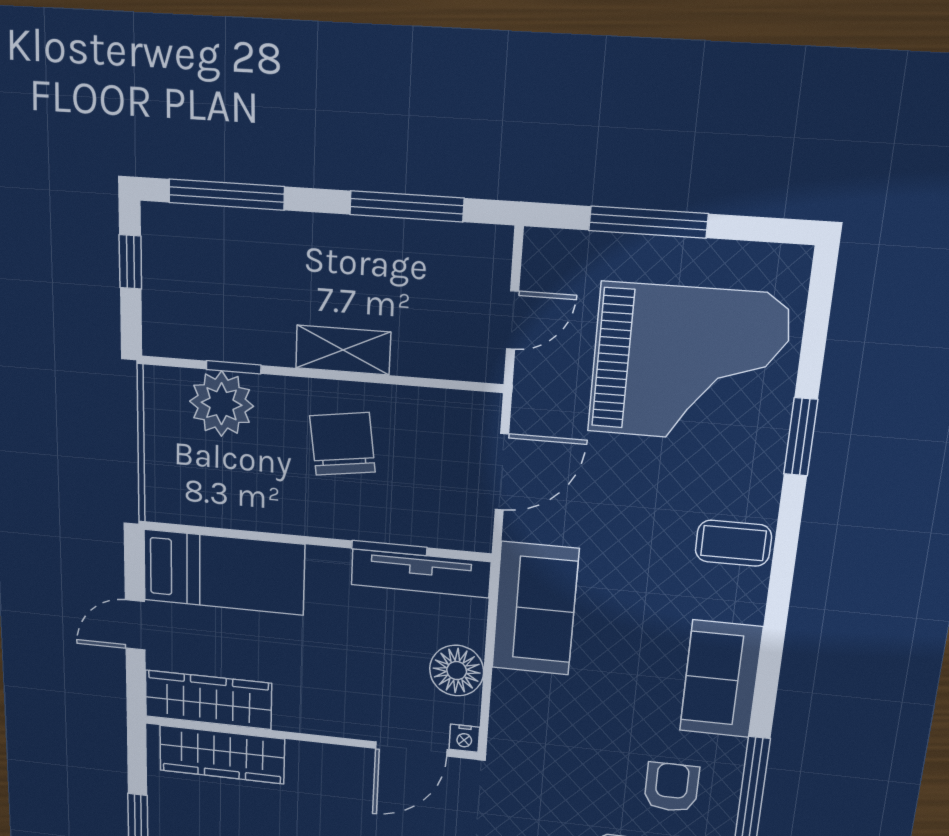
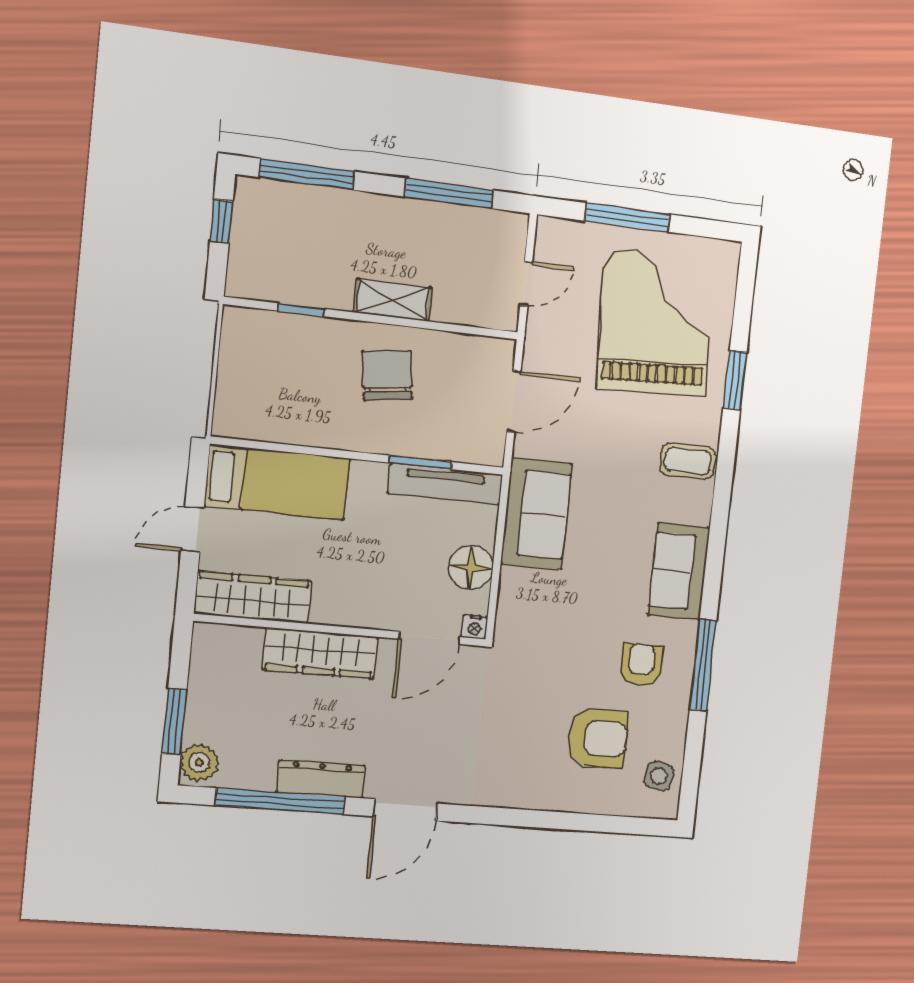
grand piano: (689, 364) -> (655, 323), turned -93
plant: (221, 404) -> (288, 339), removed
wardrobe: (222, 755) -> (320, 653), moved

